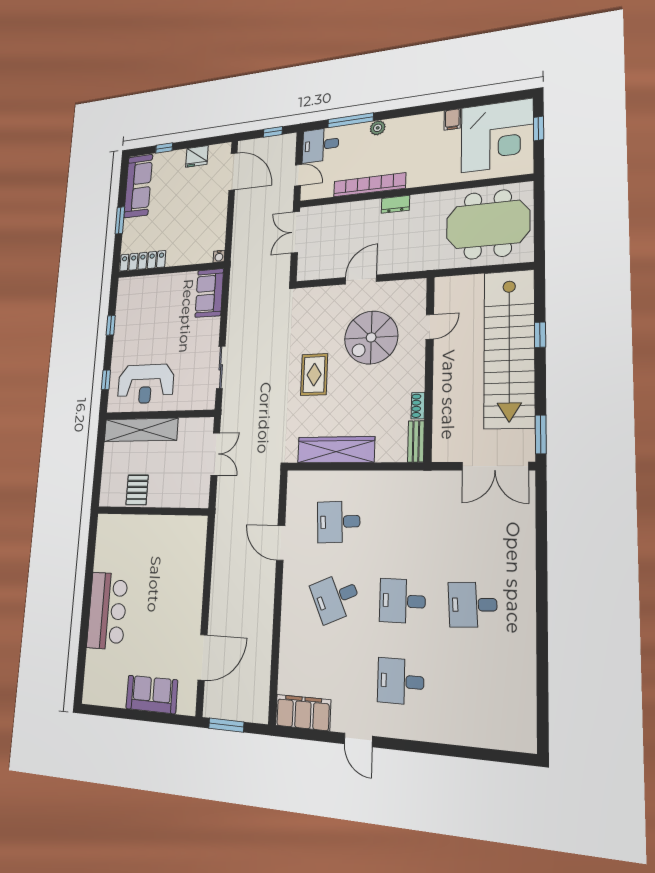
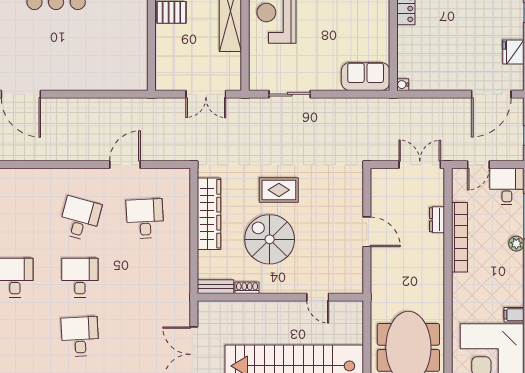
dresser: (395, 204) -> (437, 220), moved
spiral stairs: (371, 337) -> (270, 239), moved
desk: (336, 597) -> (80, 219), turned 39

